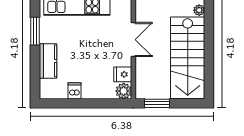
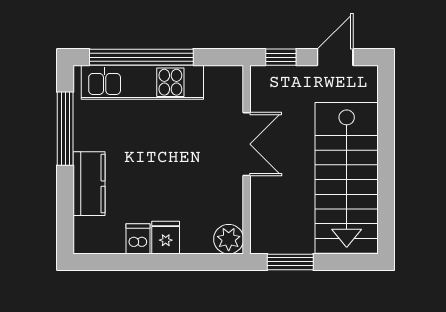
plant: (199, 10) -> (368, 90), removed
window: (35, 31) -> (65, 129), width x1.44
fridge: (123, 74) -> (166, 238), moved, turned 90

